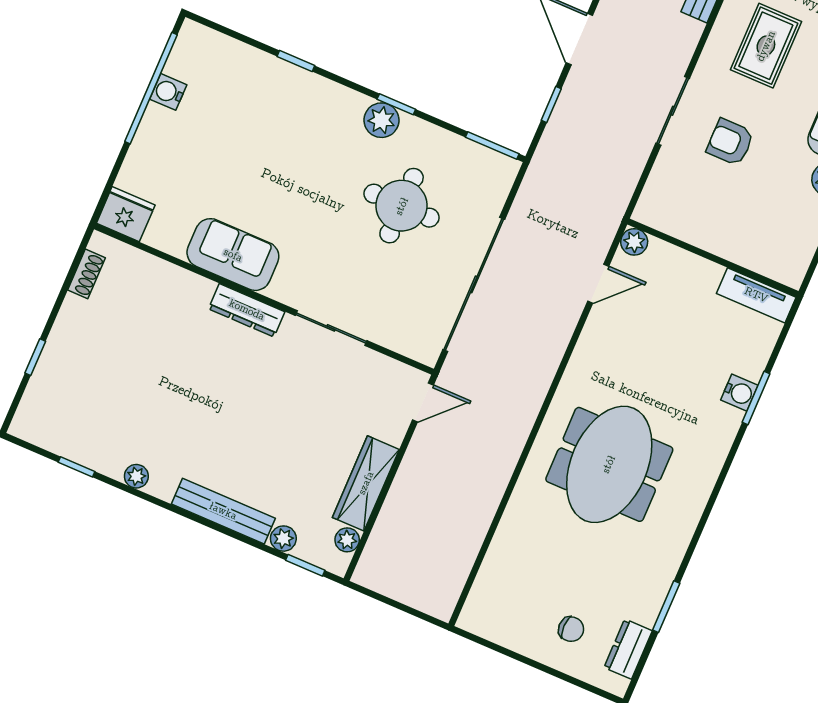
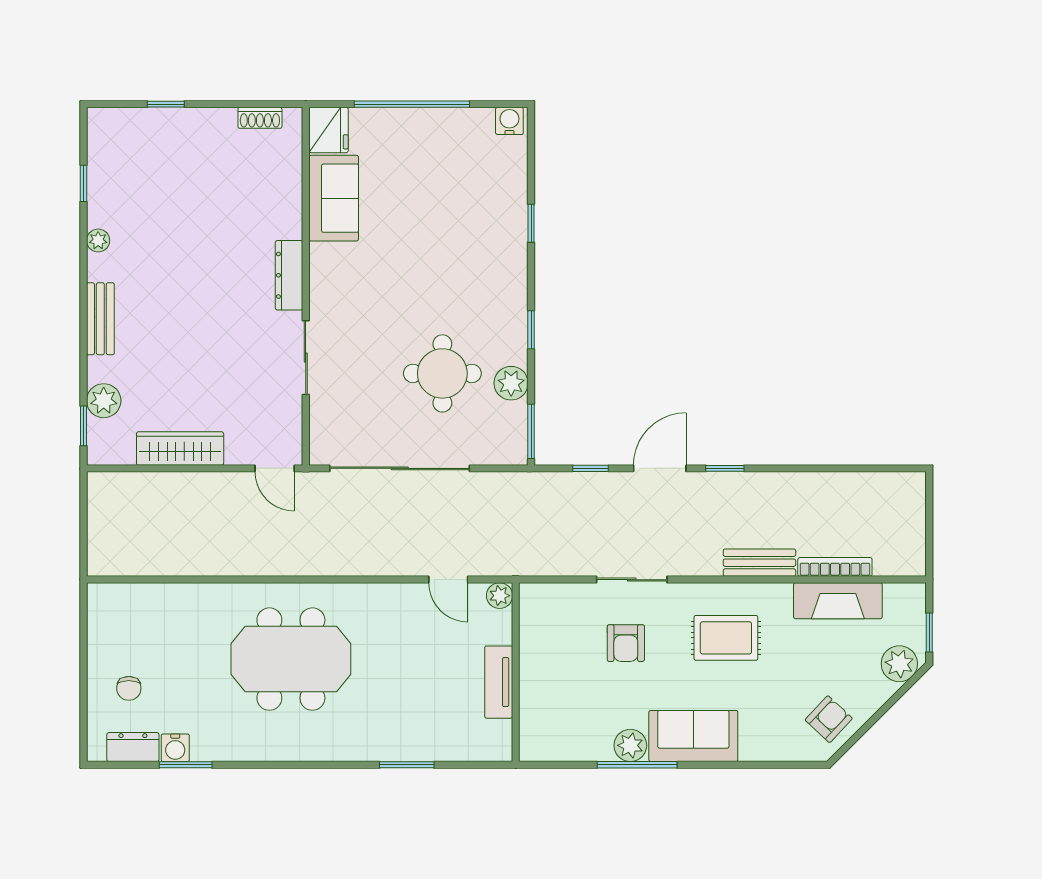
window: (151, 88) -> (412, 104), moved
water cooler: (168, 92) -> (509, 121), moved
plant: (381, 120) -> (511, 383), moved
armchair: (730, 142) -> (626, 643), turned 180
sofa: (233, 255) -> (334, 198), moved
tv unit: (756, 295) -> (499, 682), moved
water cooler: (739, 393) -> (175, 748), moved
bench: (223, 511) -> (100, 319), width x0.73
plant: (283, 539) -> (104, 401), width x1.38, depth x1.38
plant: (347, 540) -> (122, 454), removed

